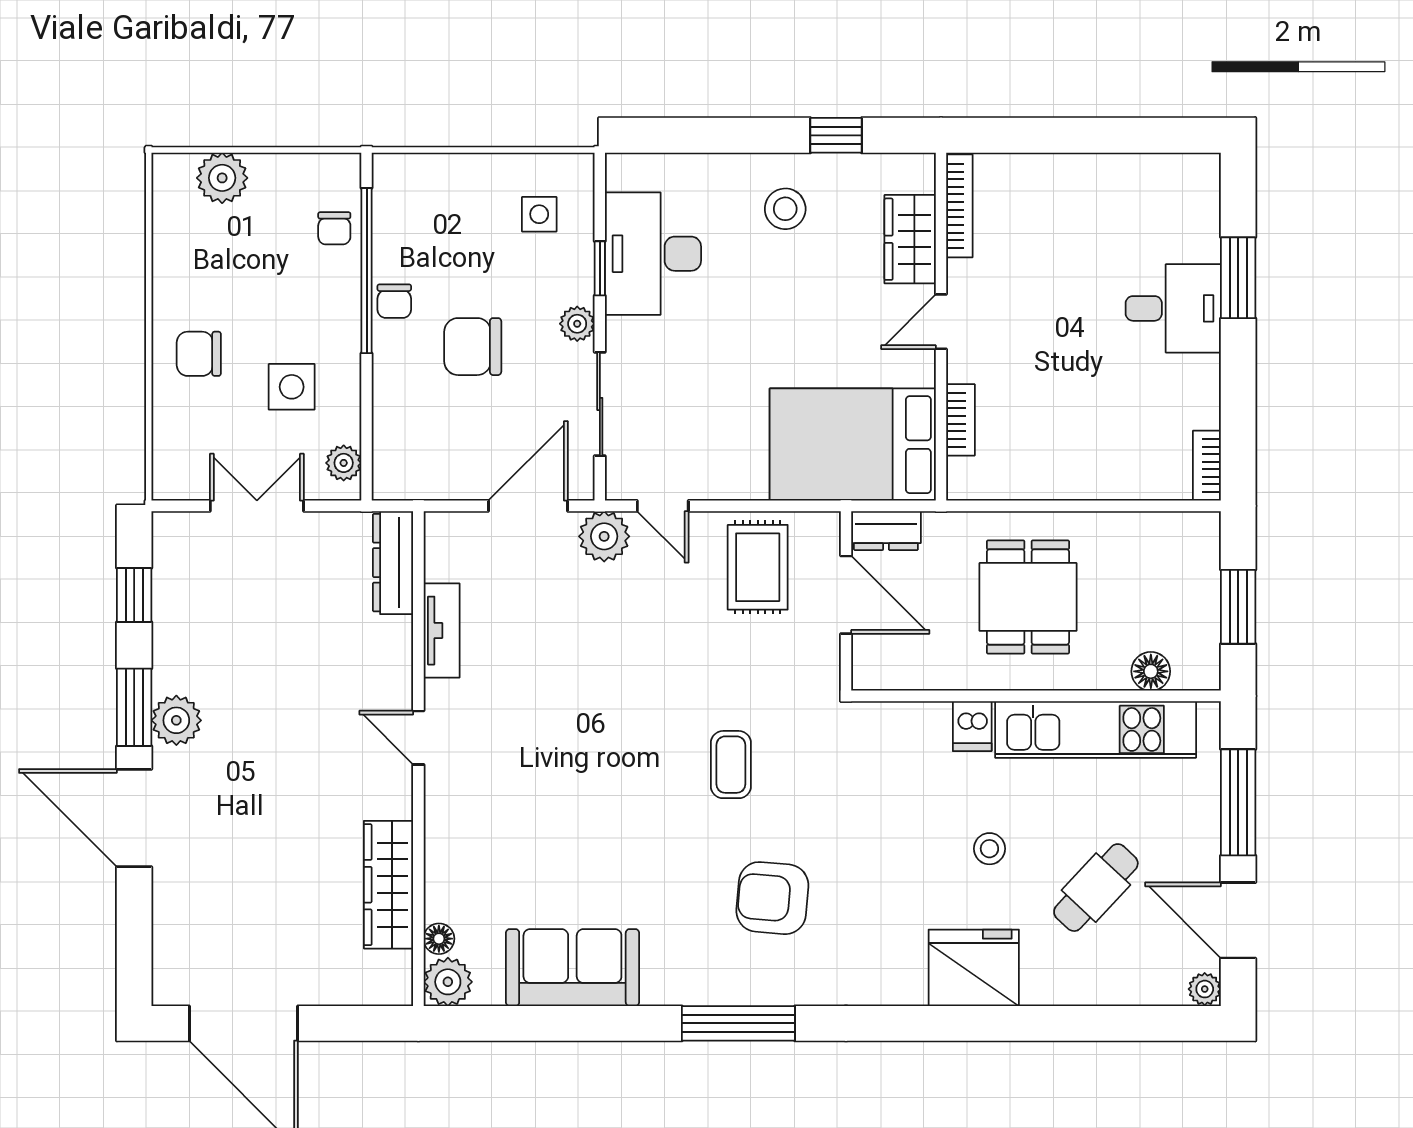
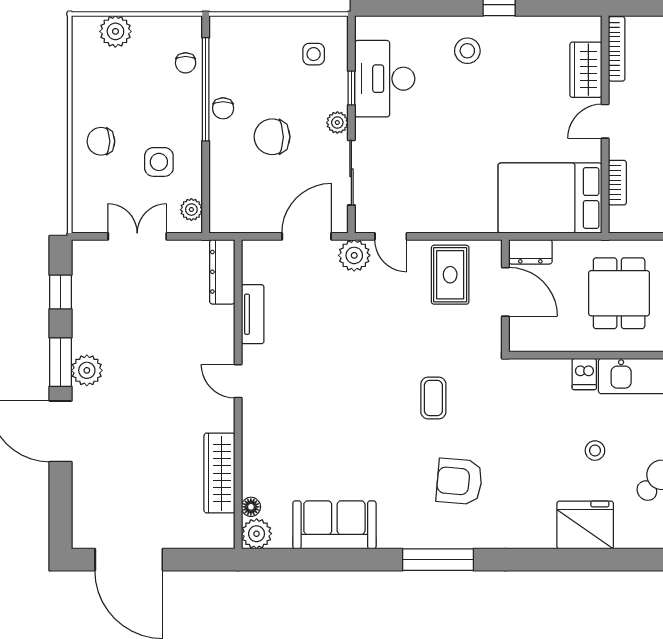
bookcase: (959, 206) -> (617, 49), moved
wardrobe: (910, 239) -> (586, 70), moved
door: (941, 322) -> (605, 121), moved
wall: (941, 327) -> (605, 124), moved
bookcase: (961, 420) -> (617, 183), moved
bed: (853, 445) -> (550, 198), moved

